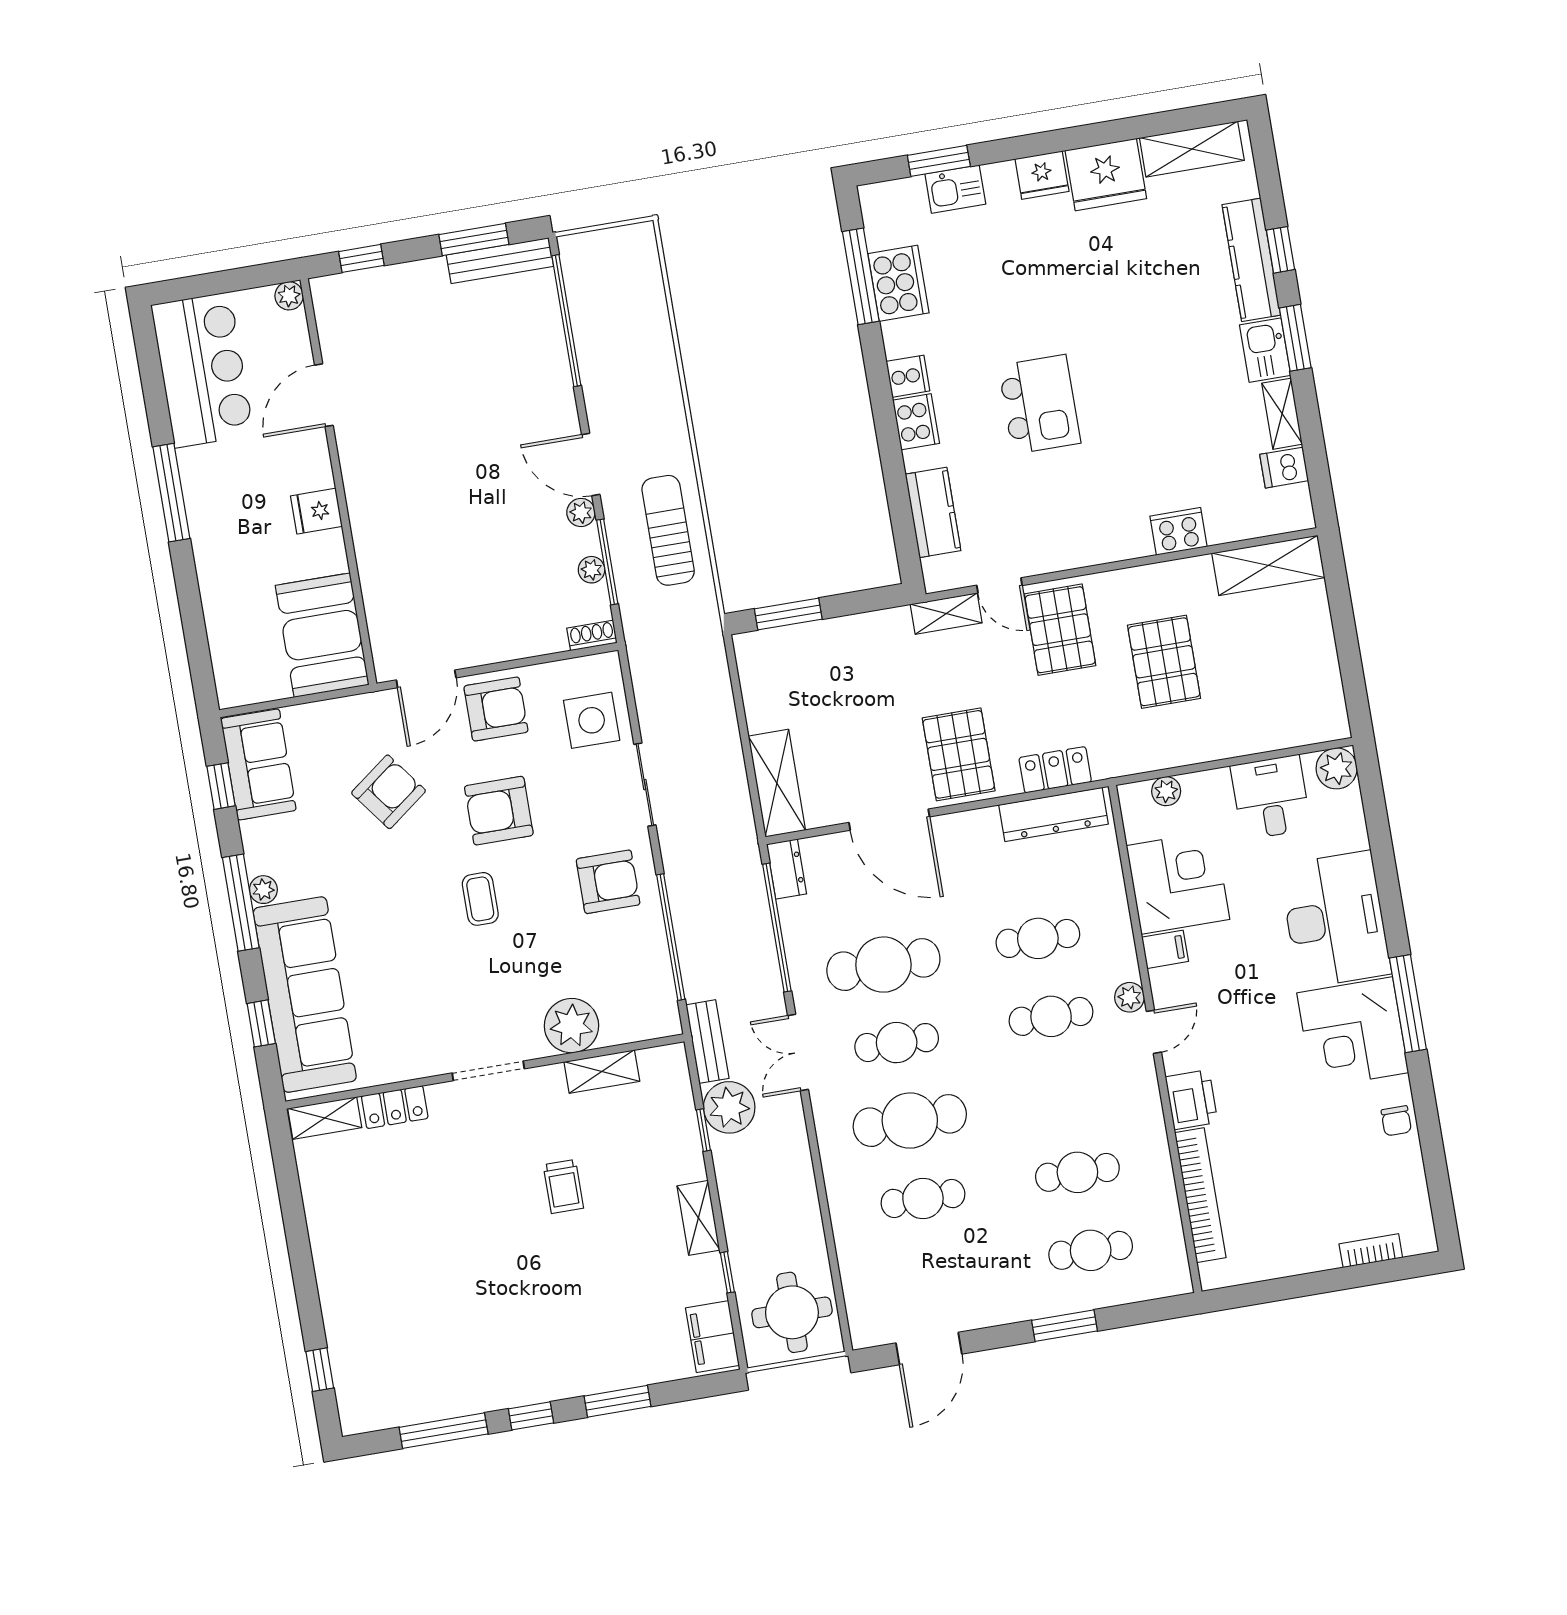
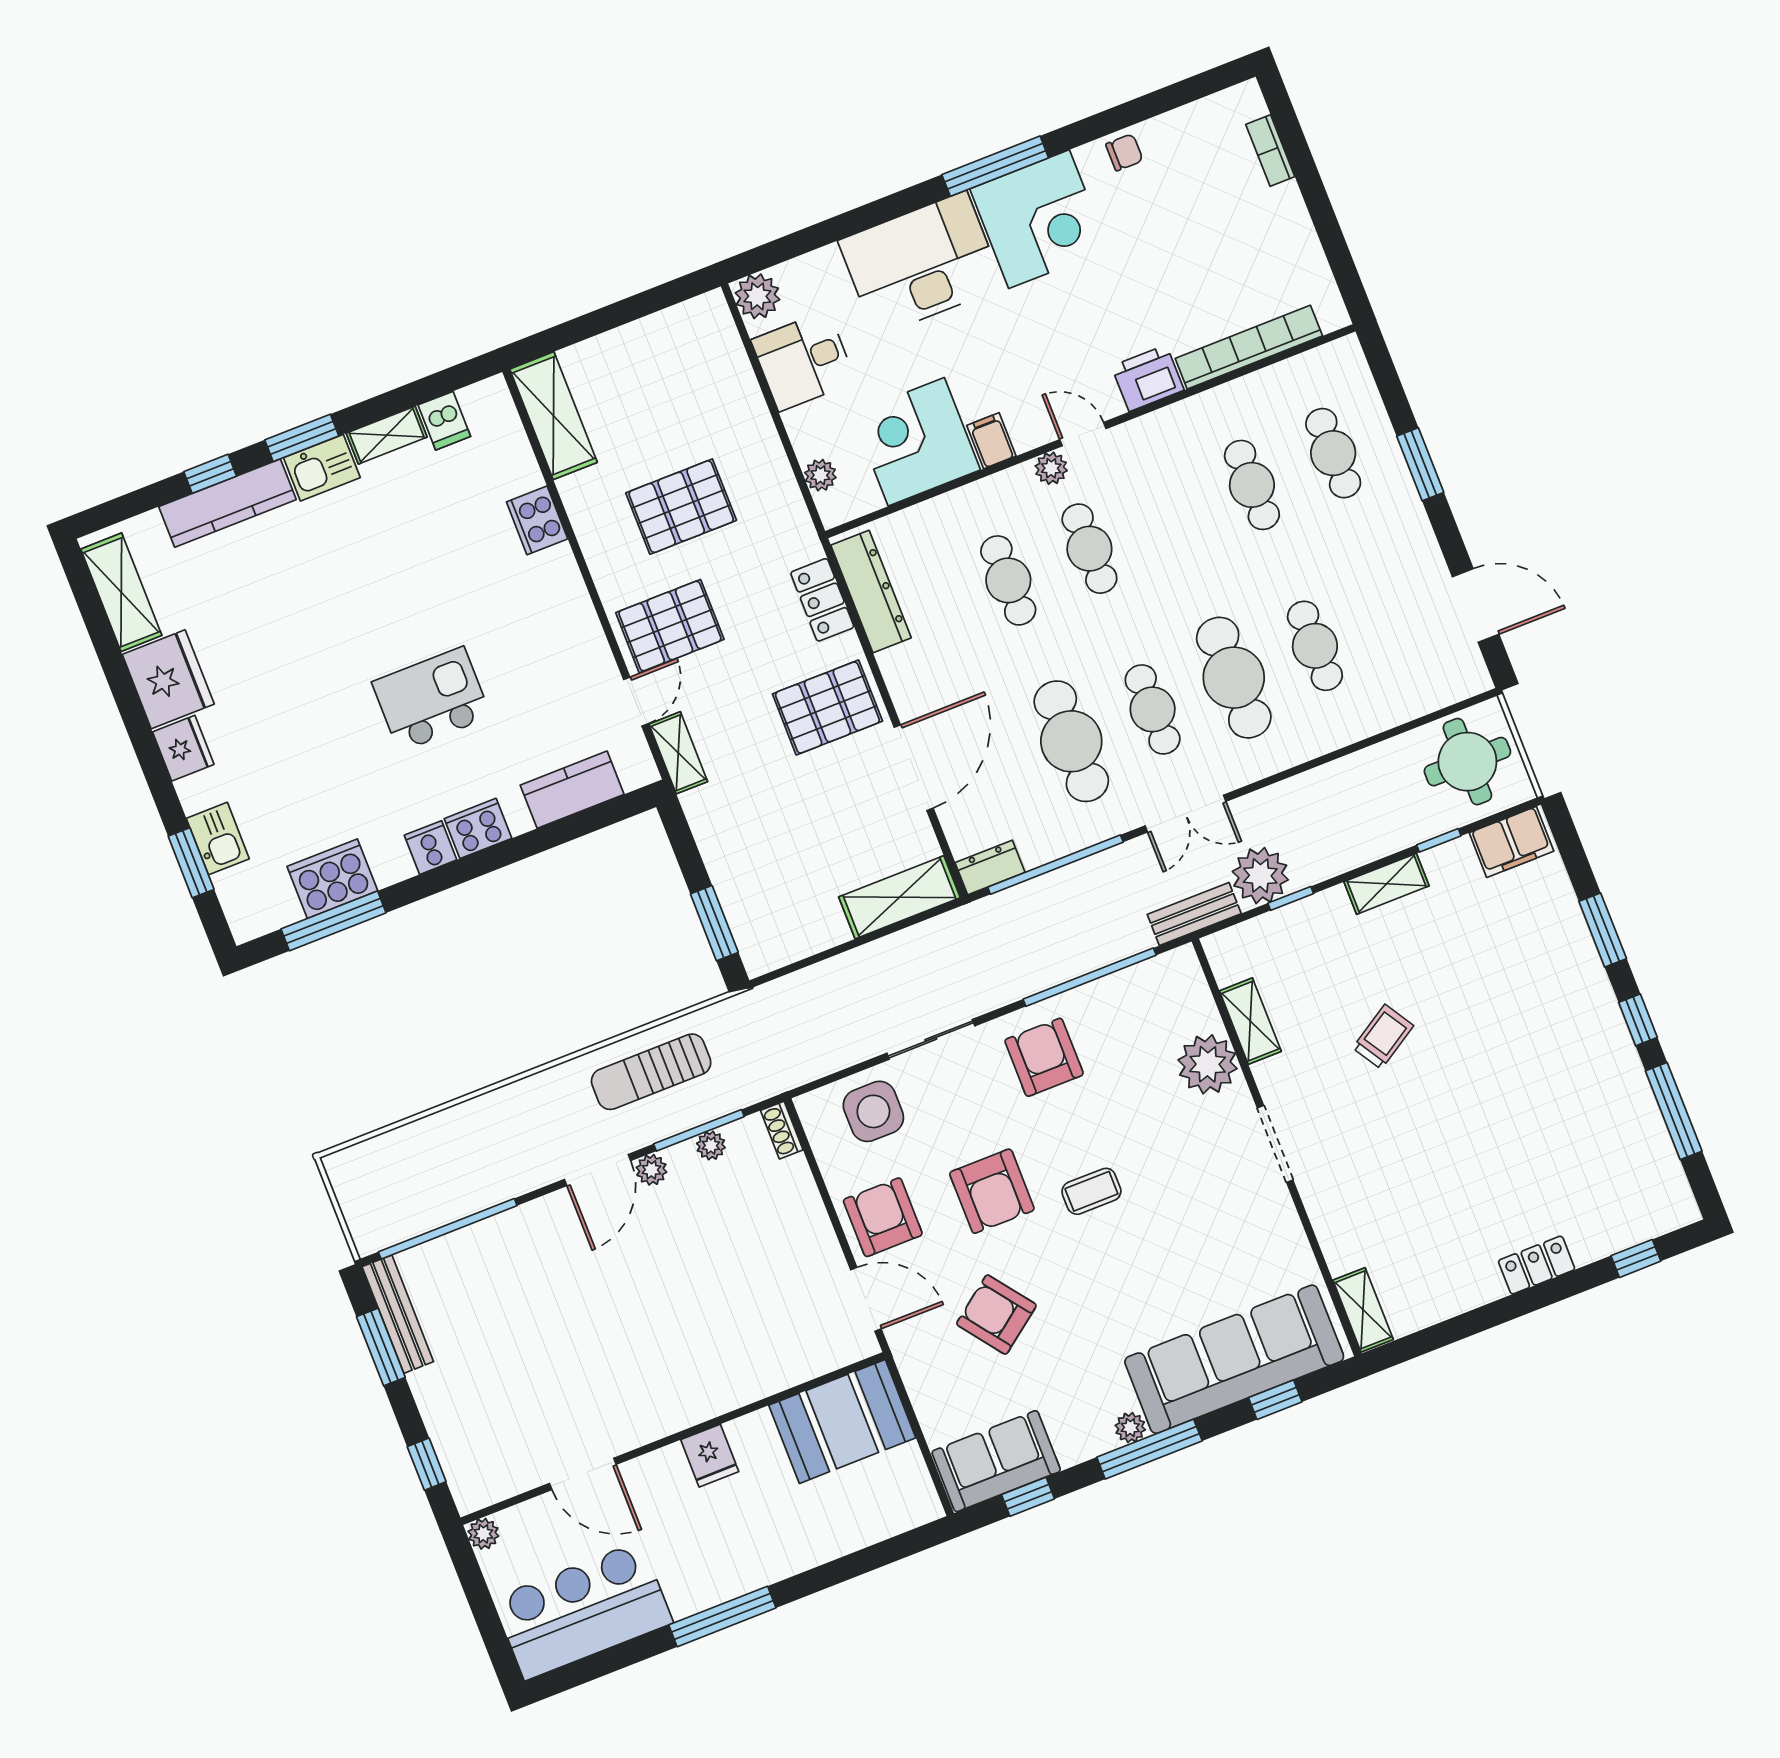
locker: (395, 1107) -> (1537, 1265), moved, turned -90
trolley: (563, 1186) -> (1383, 1037), turned -32

